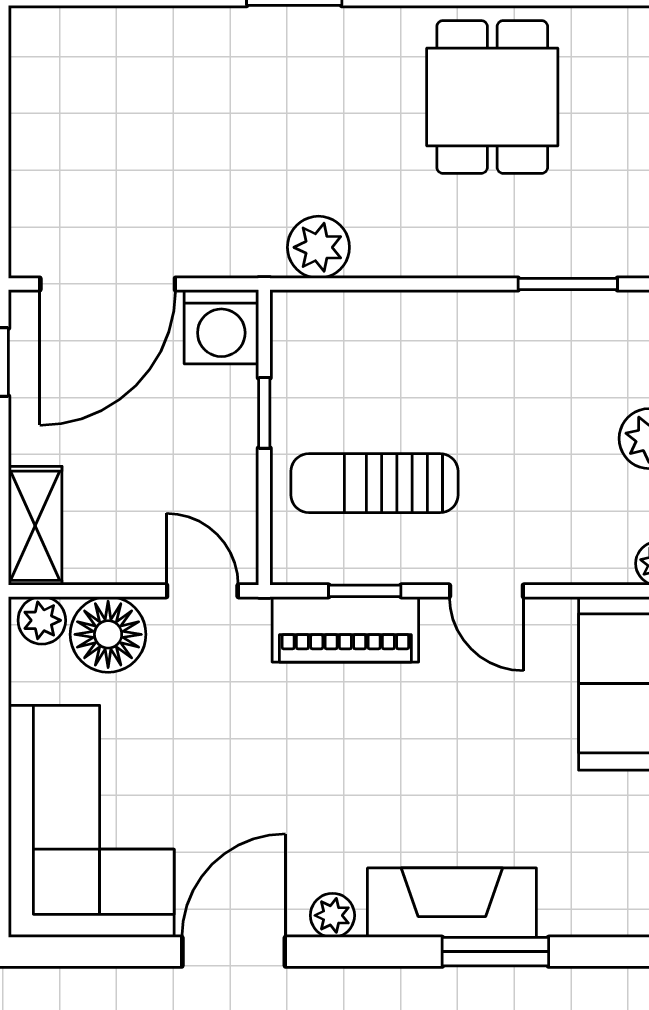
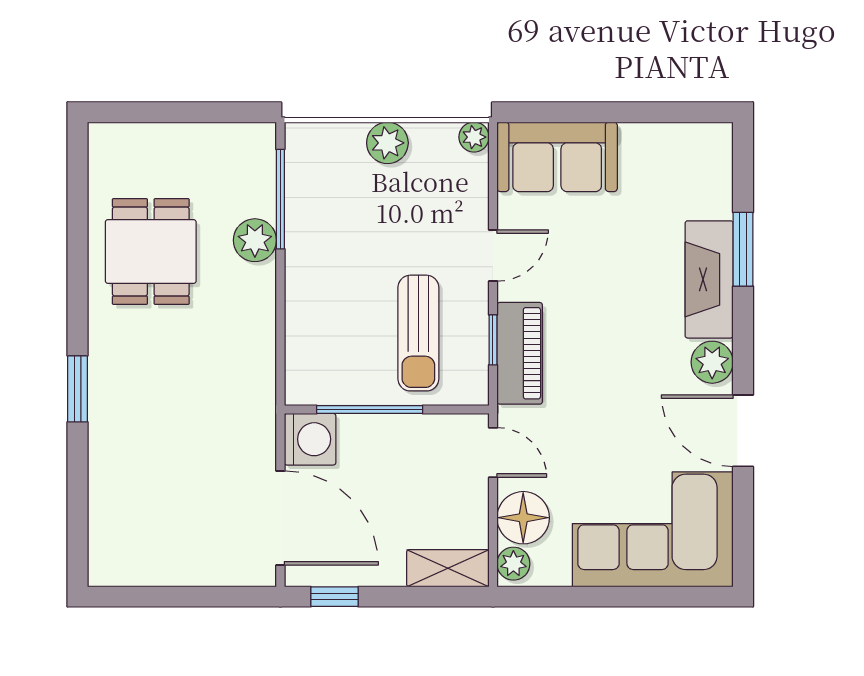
dining table: (492, 97) -> (151, 252), turned 90
plant: (318, 247) -> (255, 240), moved
window: (568, 284) -> (280, 199), width x1.44
window: (264, 413) -> (370, 410), width x2.17
door: (202, 591) -> (493, 452), swing flipped
plant: (332, 915) -> (712, 362), width x1.38, depth x1.38

